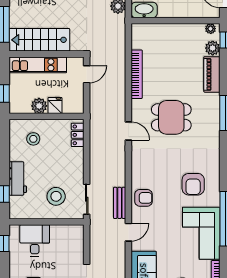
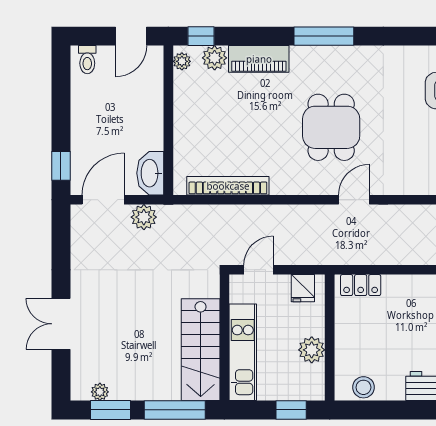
door: (87, 74) -> (258, 270), hinge flipped
bookcase: (137, 74) -> (228, 186), moved
fridge: (55, 105) -> (303, 288), moved, turned -90
stool: (33, 139) -> (363, 387), moved

